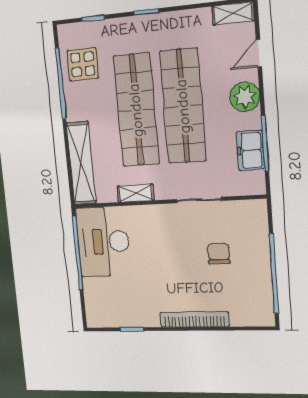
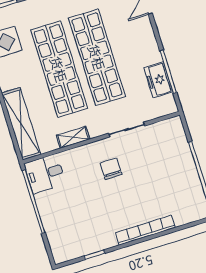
plant: (245, 97) -> (144, 39), removed
desk: (103, 242) -> (45, 174), width x0.53, depth x0.77
chair: (219, 254) -> (111, 169), moved

